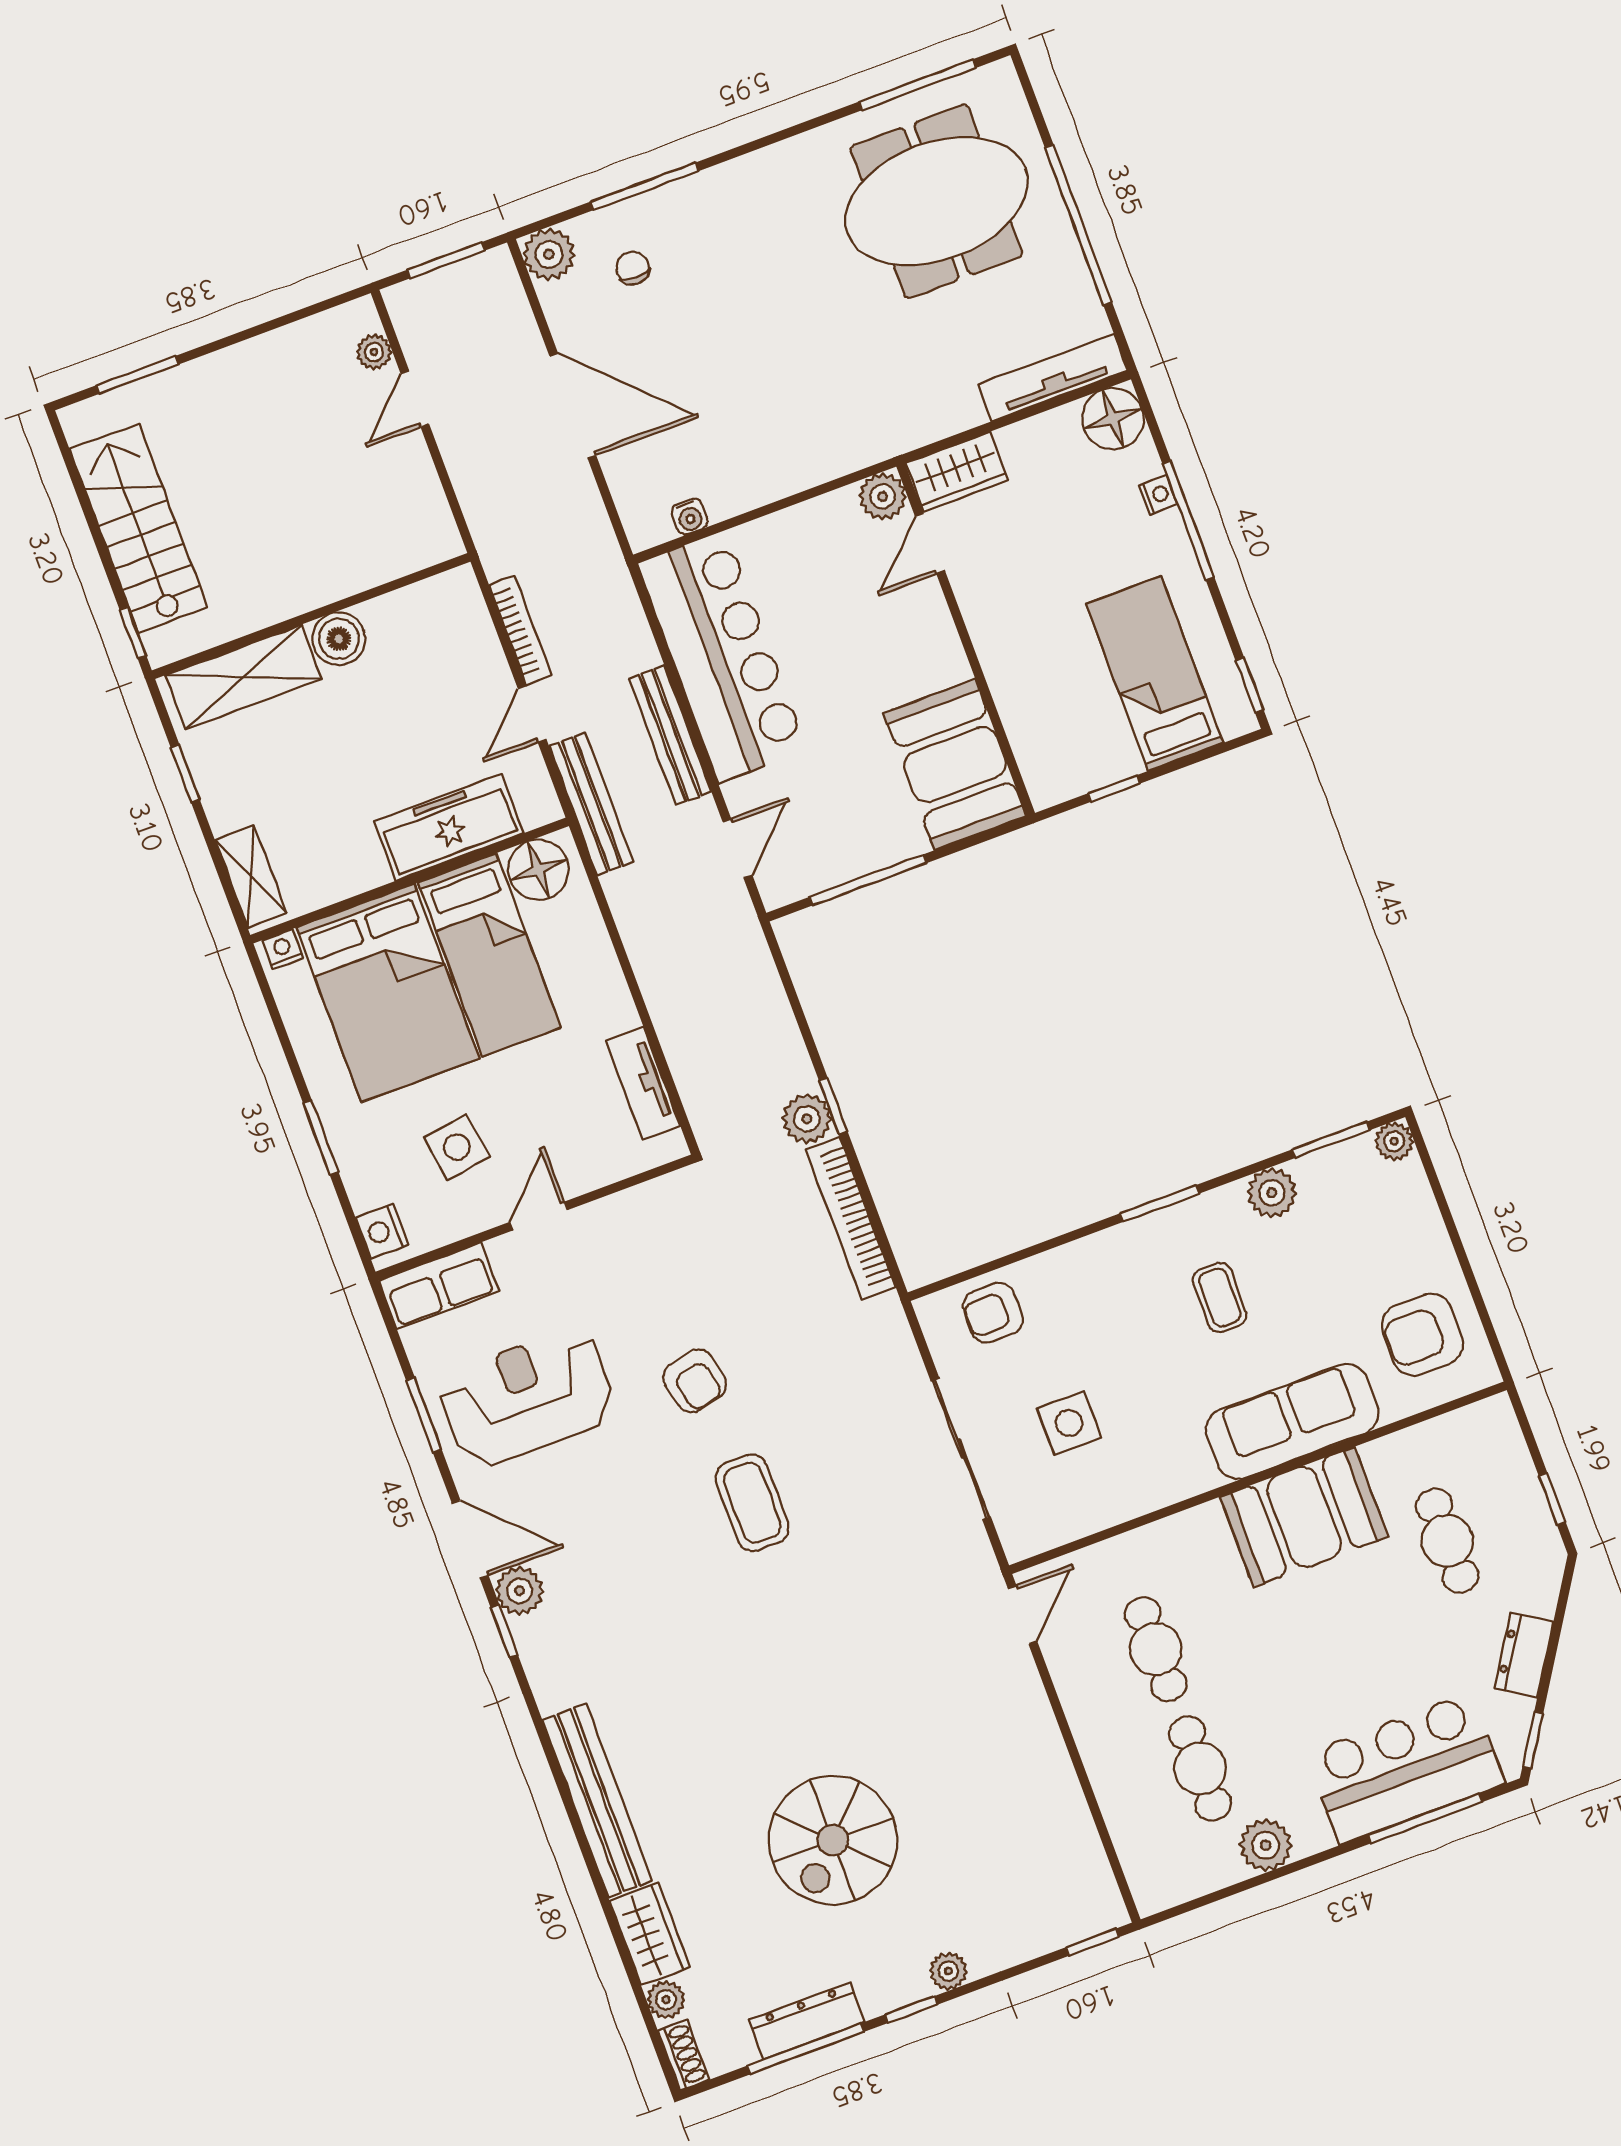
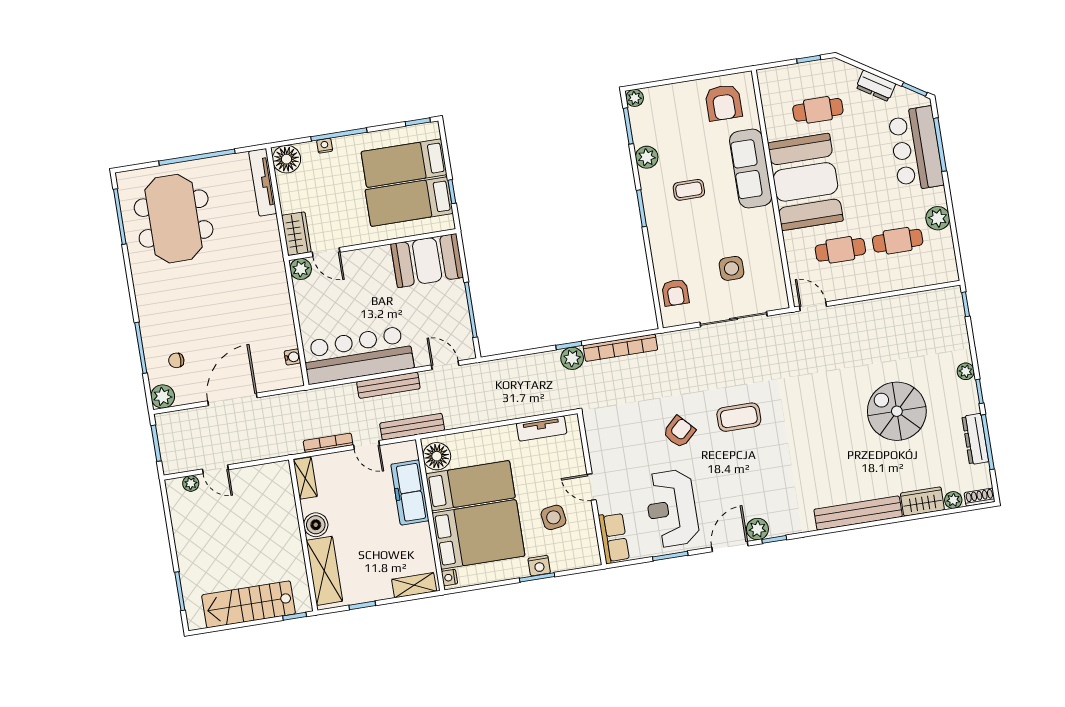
shelving: (434, 596) -> (305, 478), added
bed: (1074, 701) -> (409, 202), added
nightstand: (382, 1231) -> (539, 566), moved
armchair: (695, 1381) -> (679, 432), turned -30
booth: (1304, 1517) -> (805, 182), width x1.36, depth x1.42
spiral stairs: (833, 1840) -> (897, 411), turned 180

